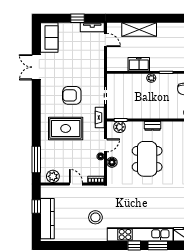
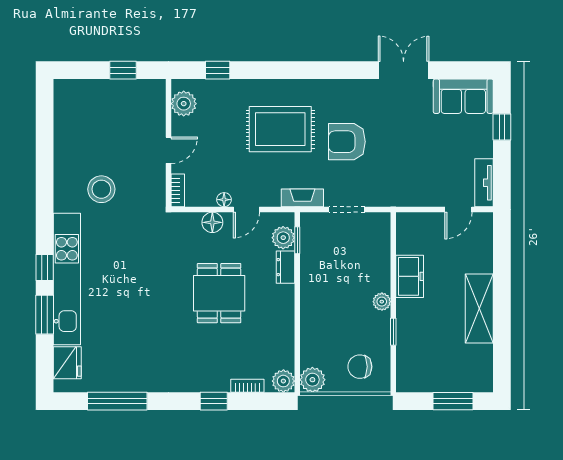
window: (78, 18) -> (502, 127), moved
shelving: (139, 30) -> (479, 308), moved
armchair: (72, 95) -> (347, 142), turned -90
dresser: (153, 126) -> (285, 267), moved
rug: (66, 128) -> (280, 129), turned 90
door: (105, 145) -> (246, 209), hinge flipped
dining table: (147, 159) -> (219, 293), width x0.73
window: (36, 160) -> (218, 70), width x0.46
kitchen counter: (47, 219) -> (99, 93), removed

